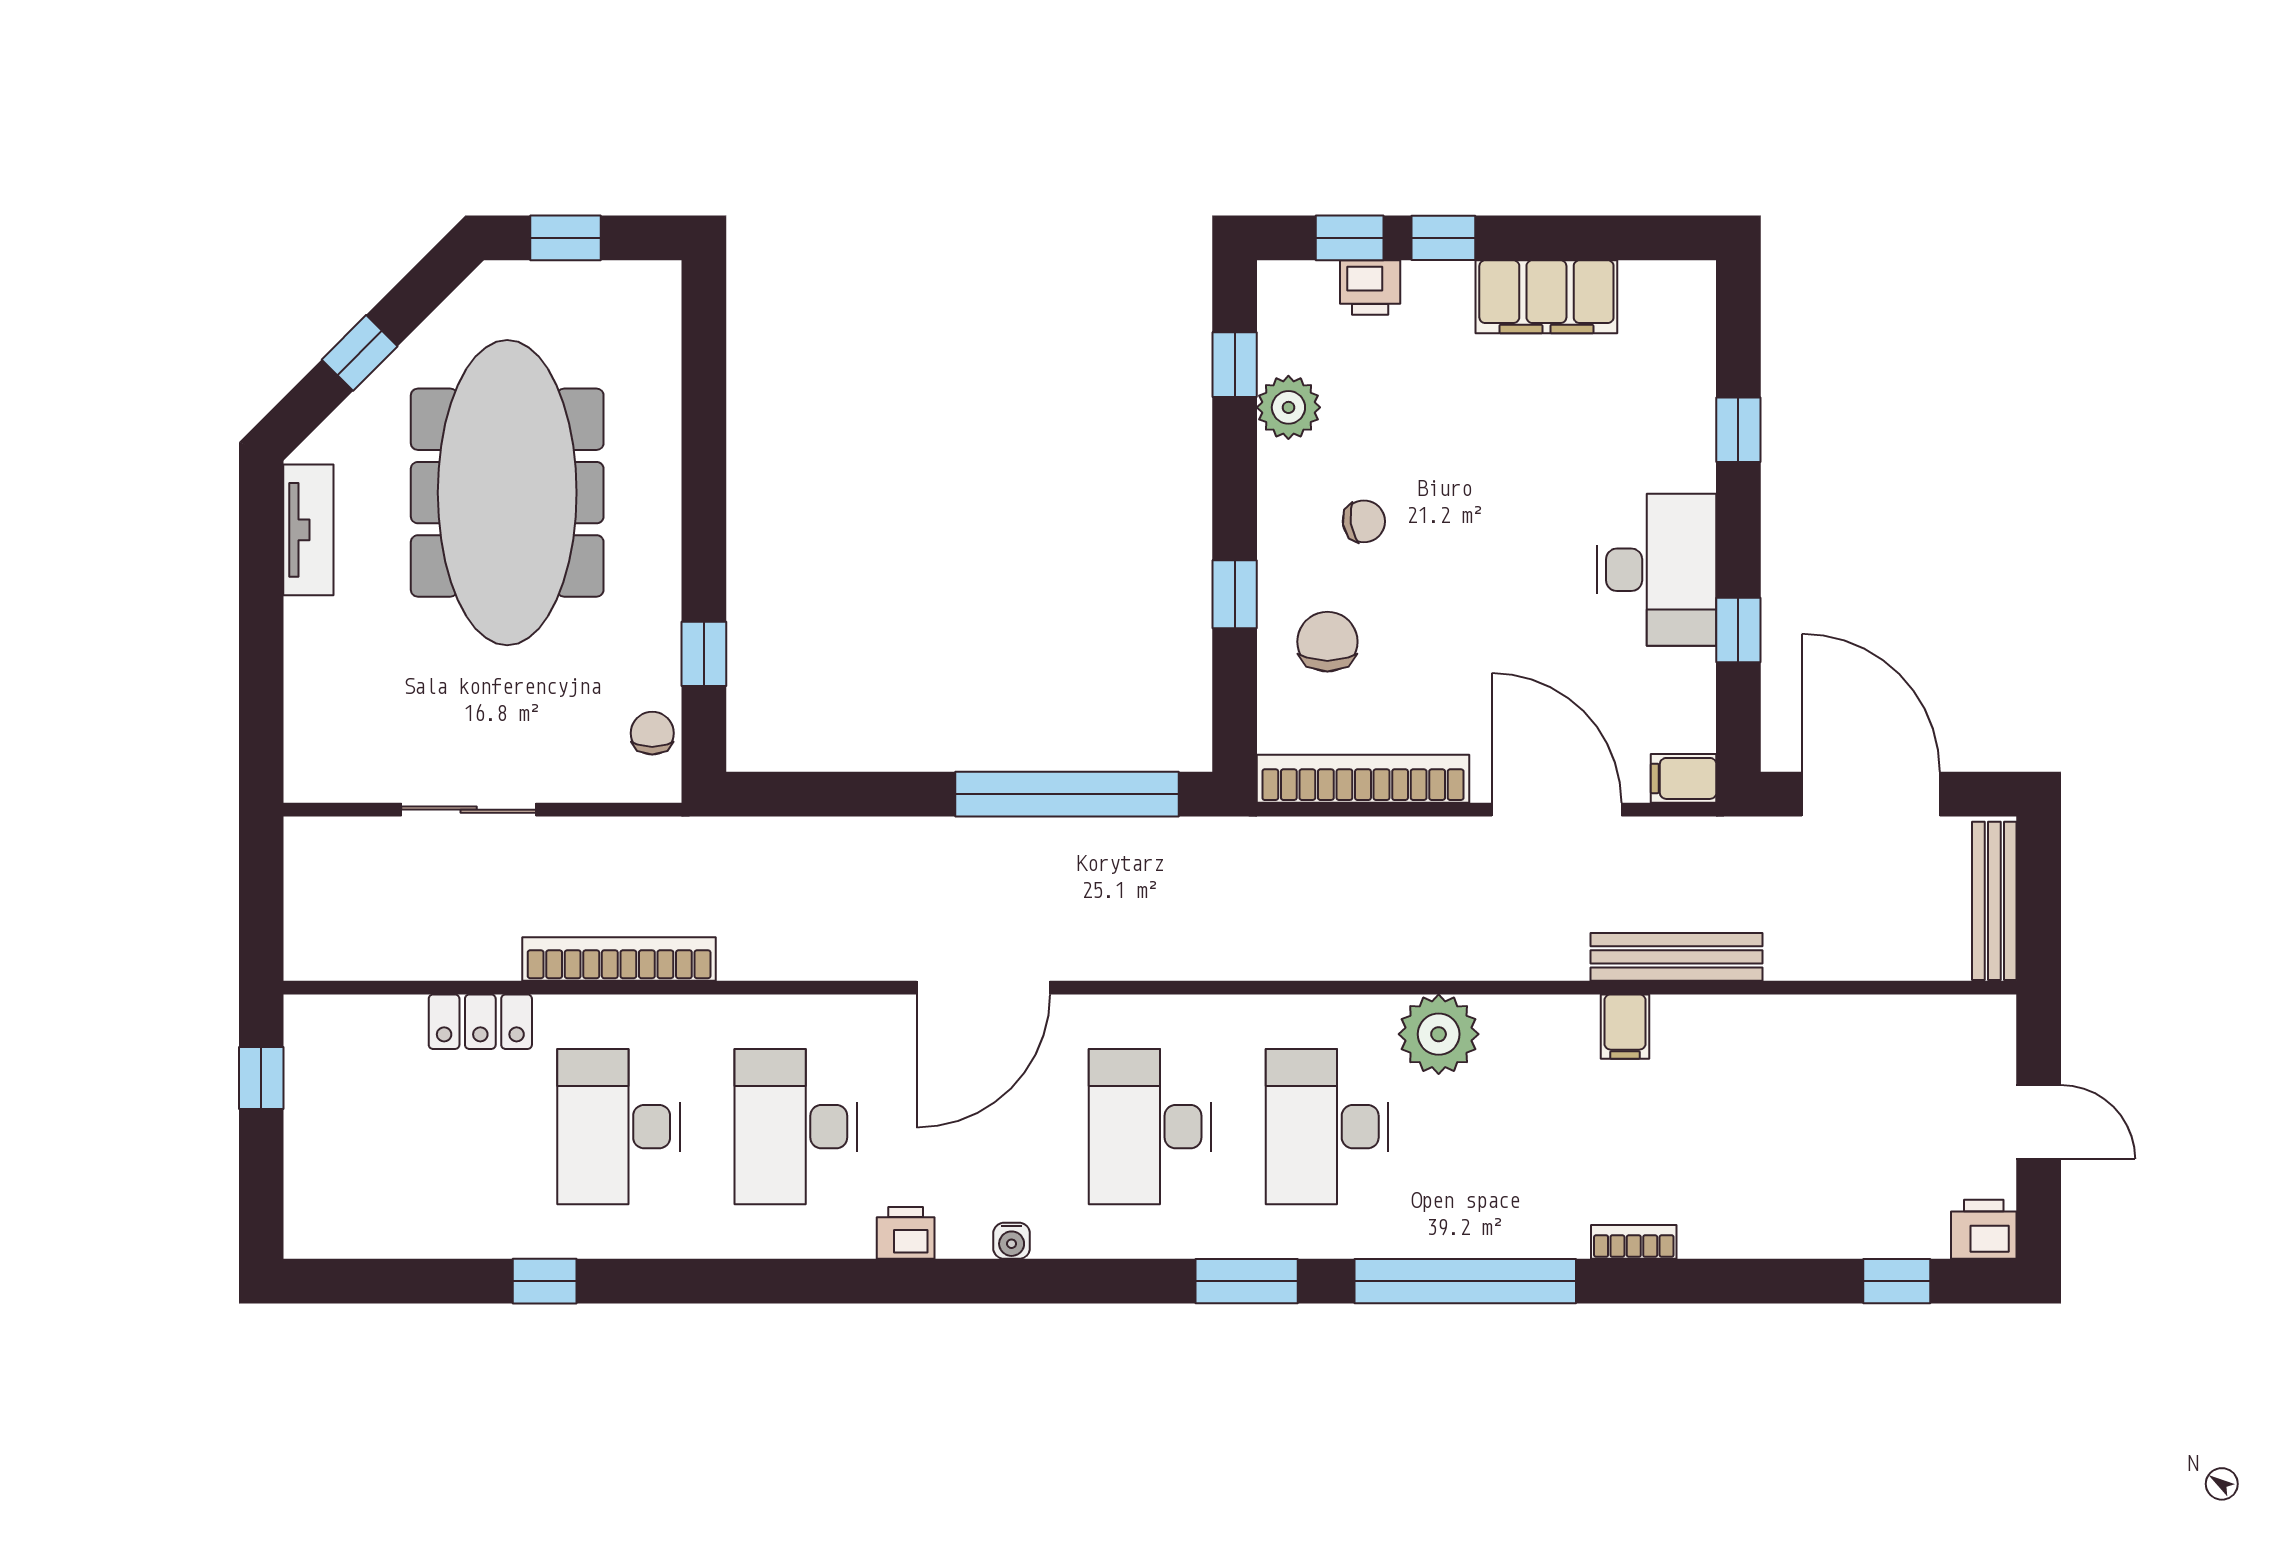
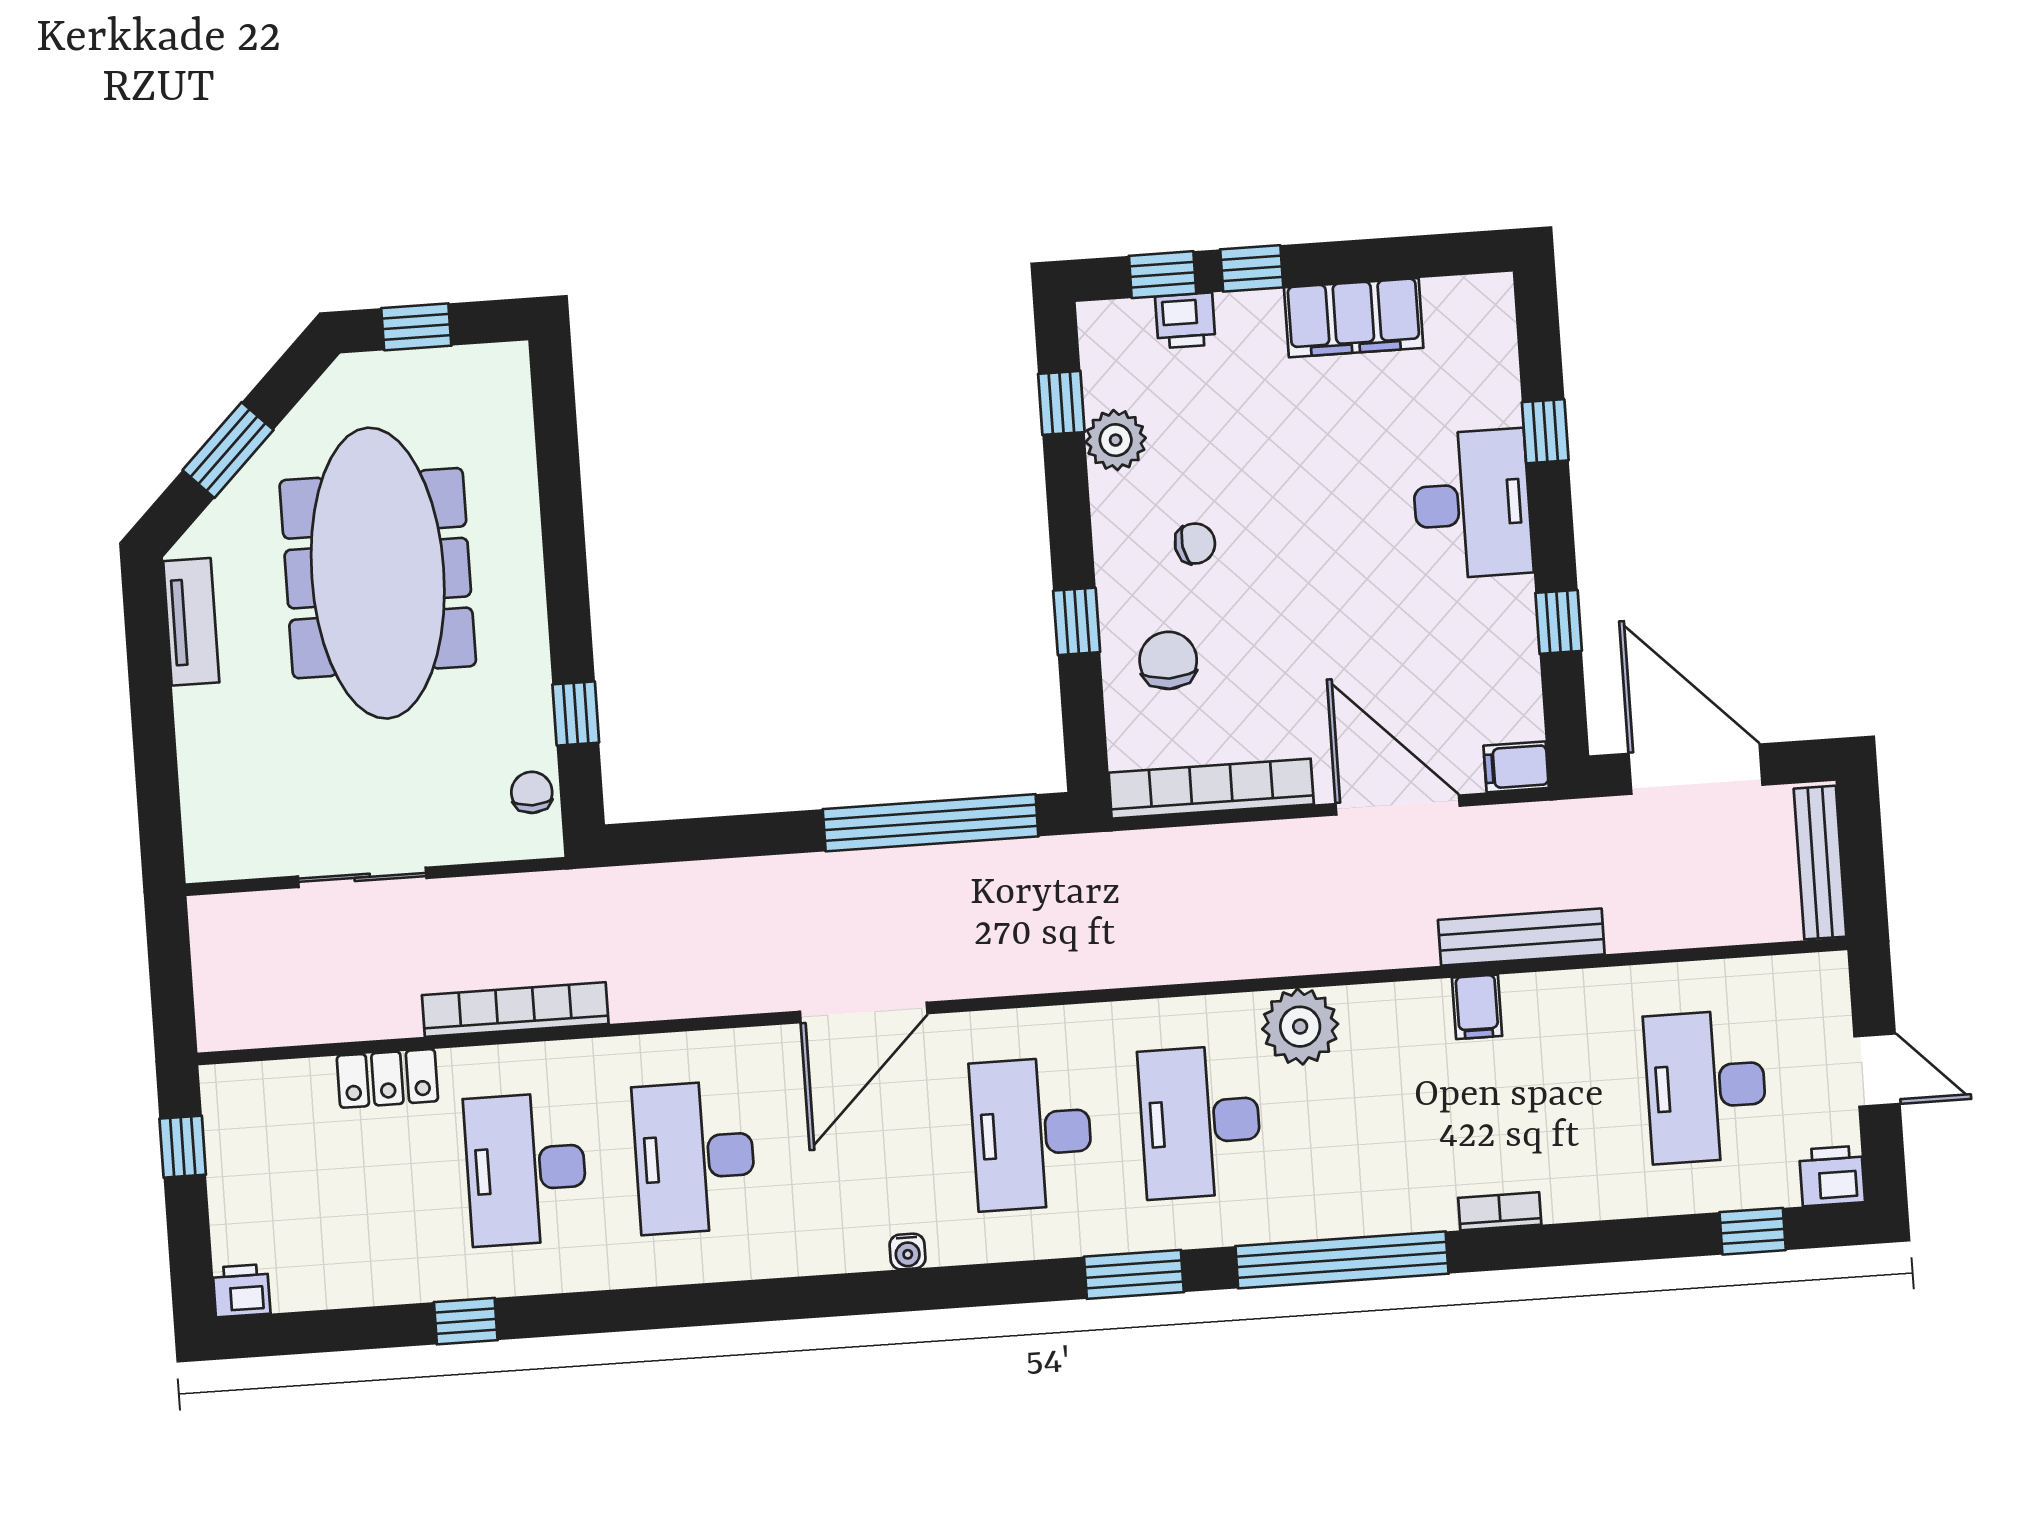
window: (360, 353) -> (228, 450), width x1.50
desk: (1656, 570) -> (1472, 504), moved
desk: (1859, 1127) -> (1706, 1087), added
printer: (906, 1233) -> (241, 1291), moved

